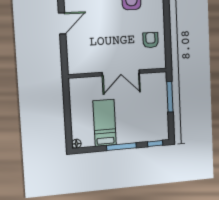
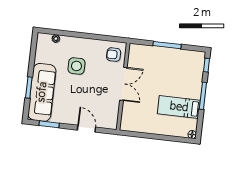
wall: (118, 73) -> (123, 86), moved
double door: (121, 73) -> (123, 84), moved

